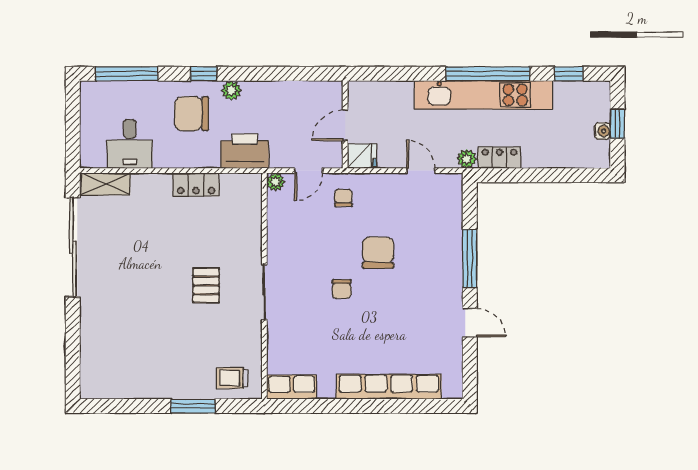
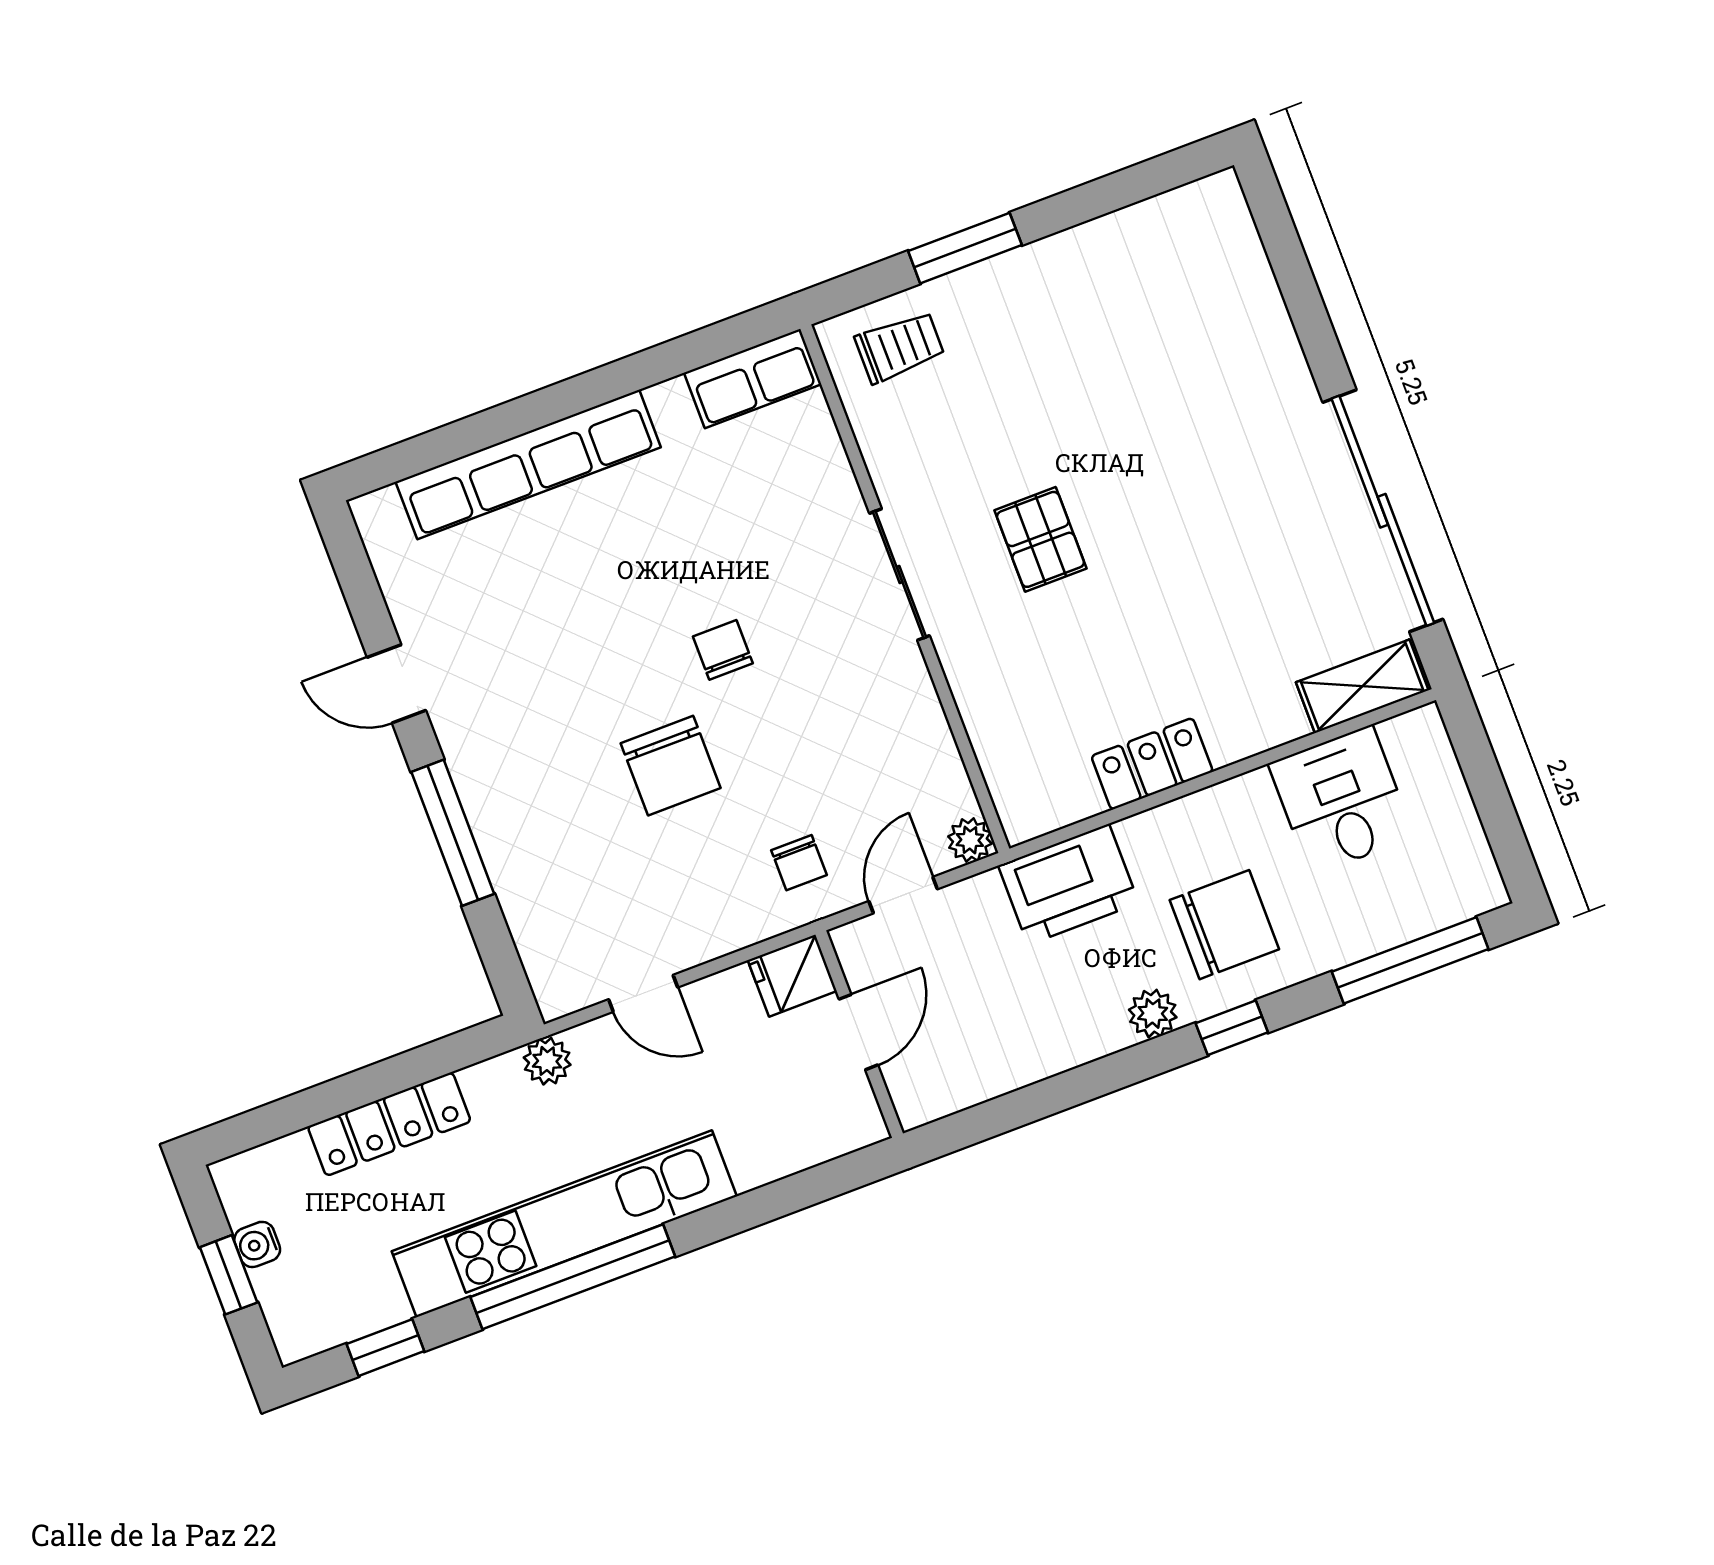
locker: (499, 158) -> (389, 1124), moved, width x1.53

